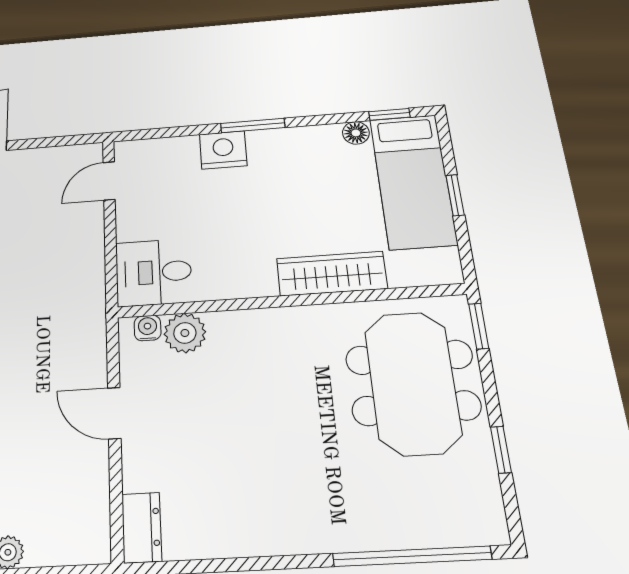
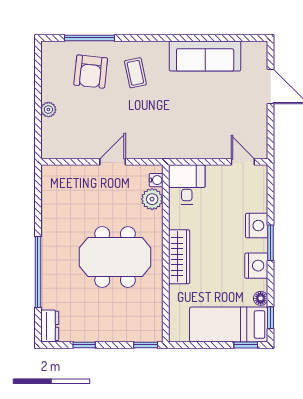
nightstand: (296, 145) -> (256, 266), added
window: (455, 195) -> (246, 345), moved
wardrobe: (332, 274) -> (179, 257), moved
meeting table: (413, 383) -> (115, 257), moved
dresser: (142, 527) -> (50, 326), moved, turned -90
window: (412, 556) -> (38, 272), moved

